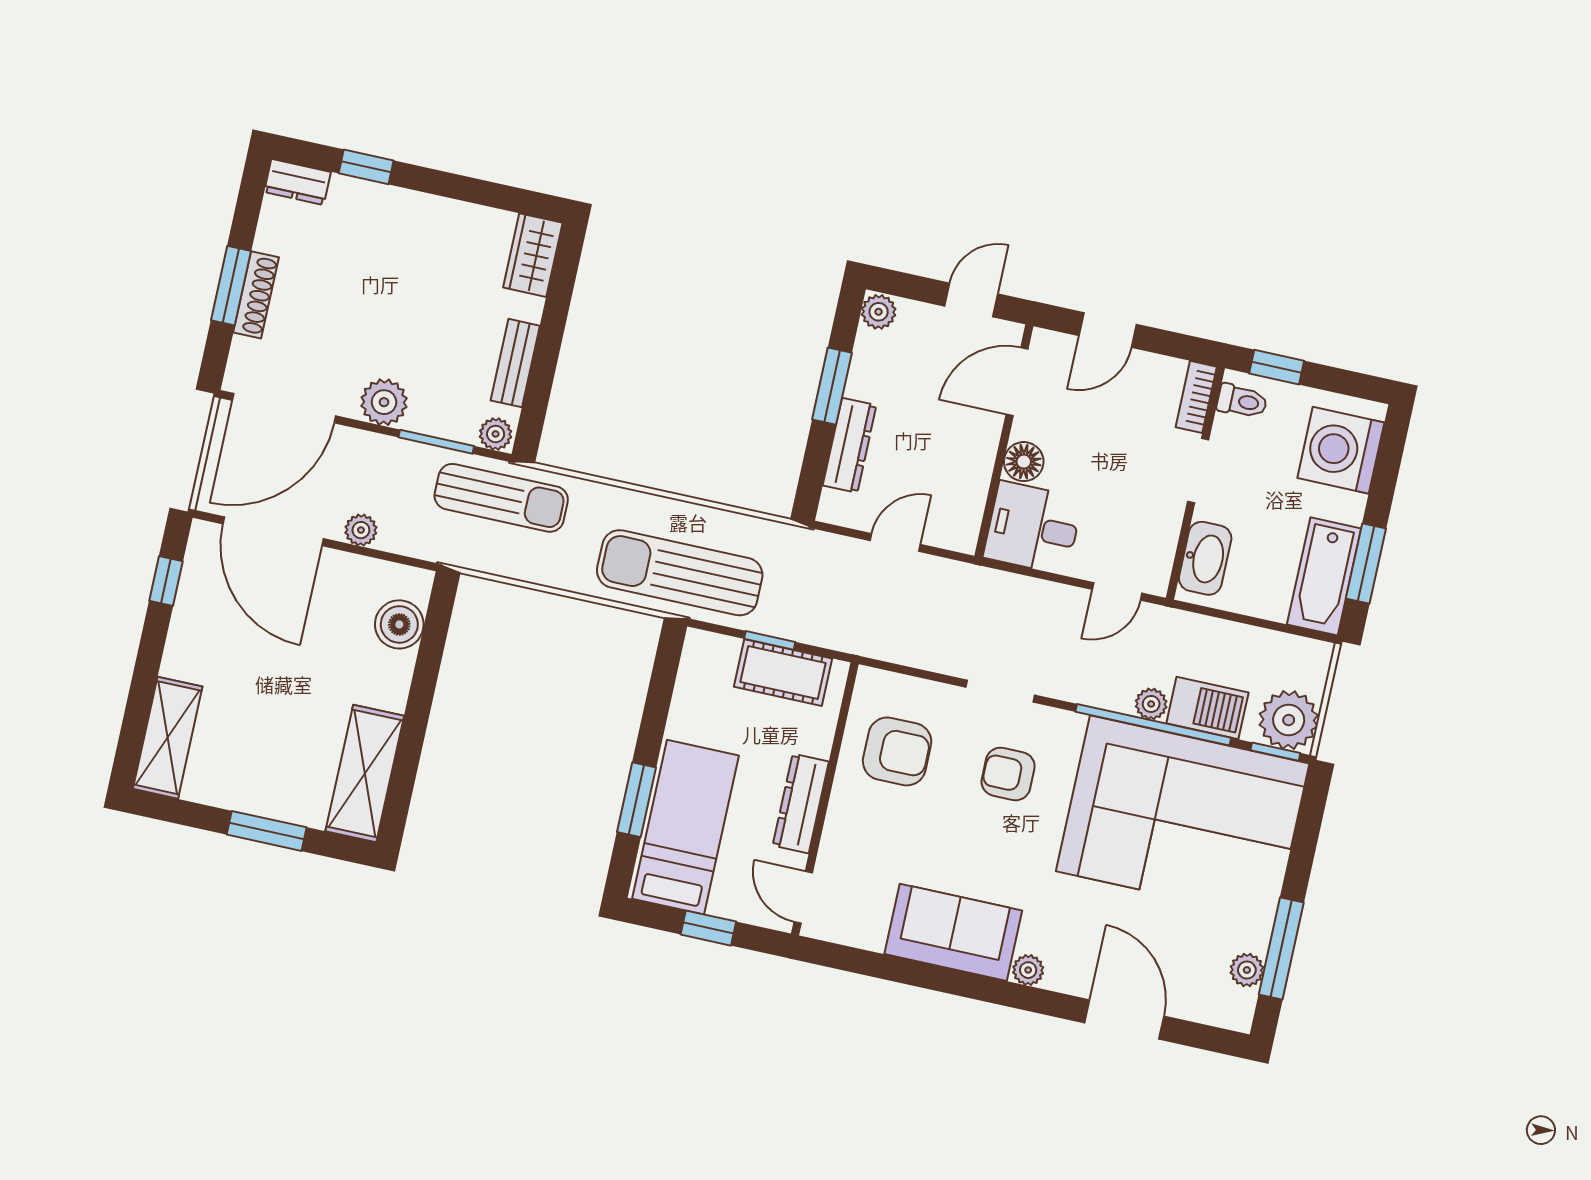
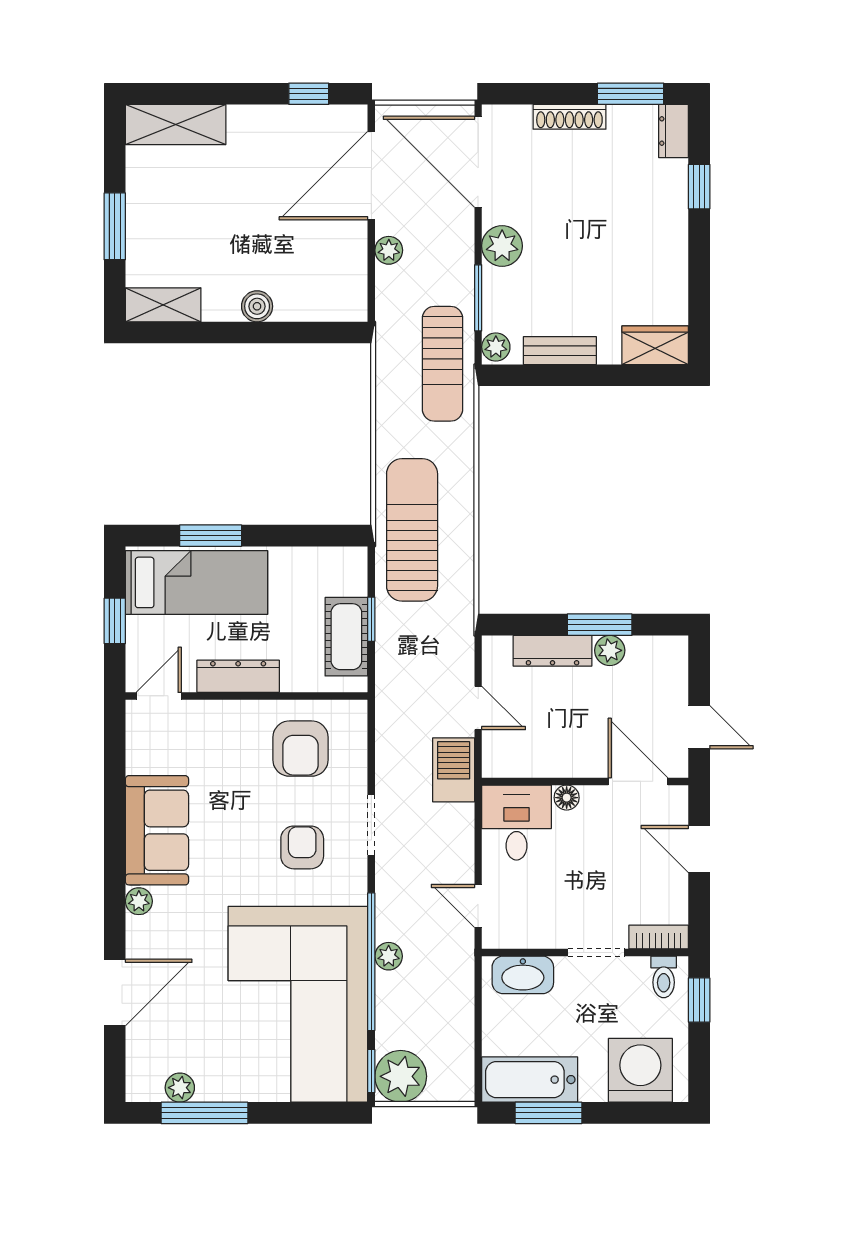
window: (231, 286) -> (631, 94), moved
plant: (879, 312) -> (610, 650), moved
floor lamp: (1024, 462) -> (567, 798), width x0.73, depth x0.73
boiler: (399, 624) -> (257, 306), moved, width x0.73, depth x0.73
barbecue: (1207, 708) -> (454, 770), moved, turned 180
shelving: (365, 773) -> (163, 305), width x0.67, depth x0.75

